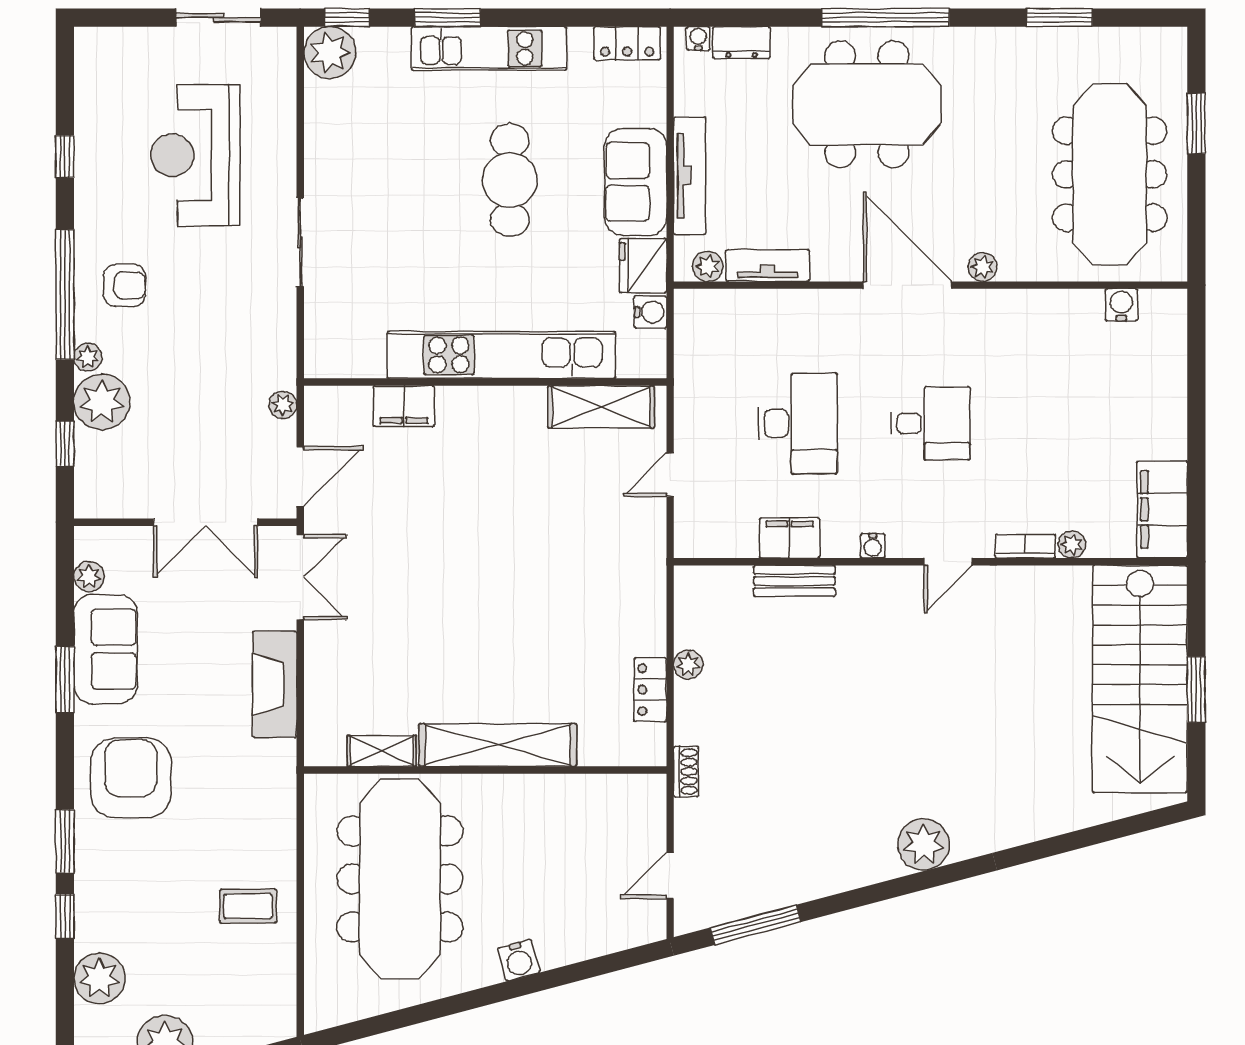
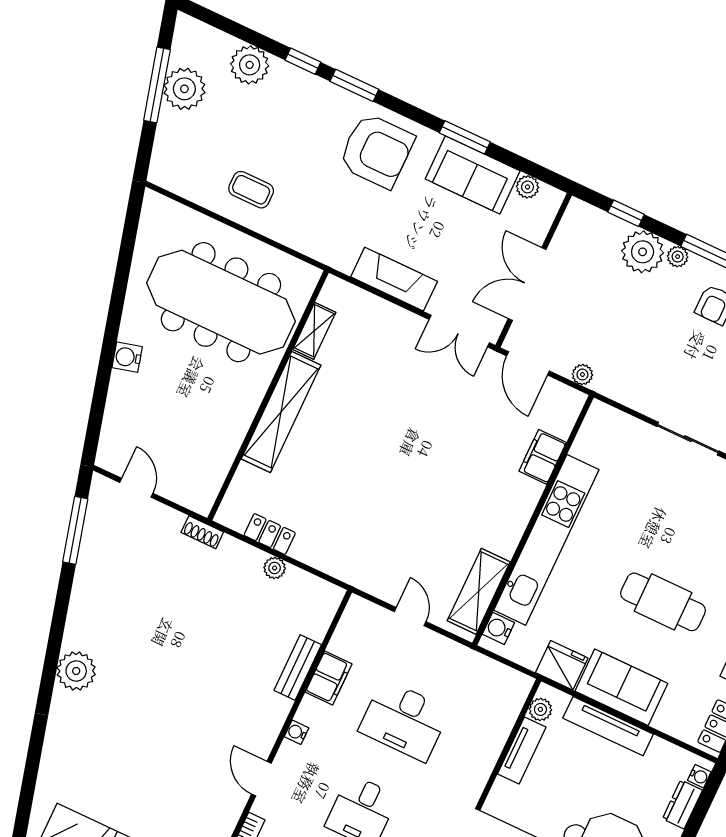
water cooler: (650, 312) -> (498, 628), moved, turned 90
coffee table: (248, 906) -> (251, 190), turned 90

